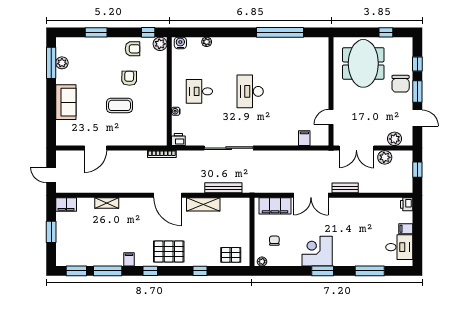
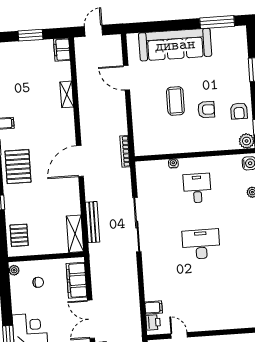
plant: (62, 63) -> (218, 34), removed
sofa: (66, 102) -> (175, 45), width x1.85, depth x1.27
printer: (178, 140) -> (153, 322), moved
shelving: (203, 204) -> (75, 234), moved

